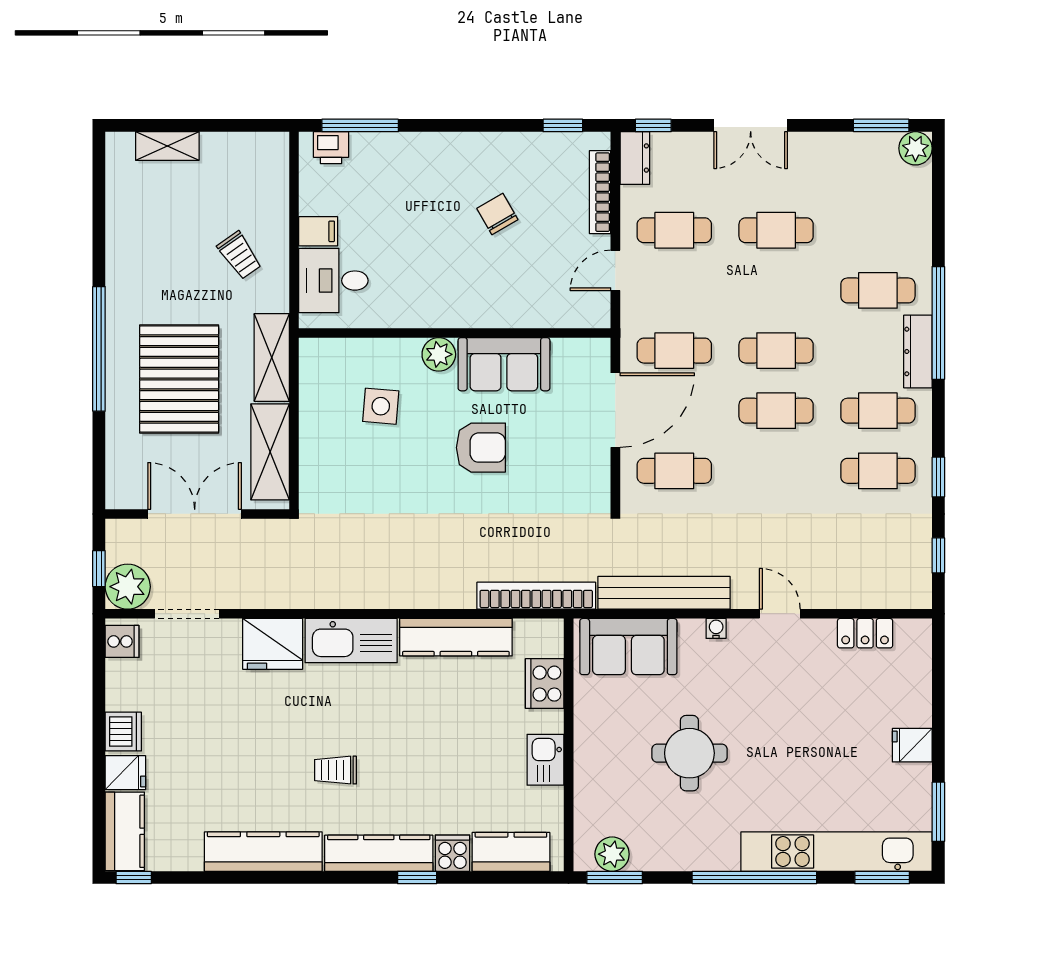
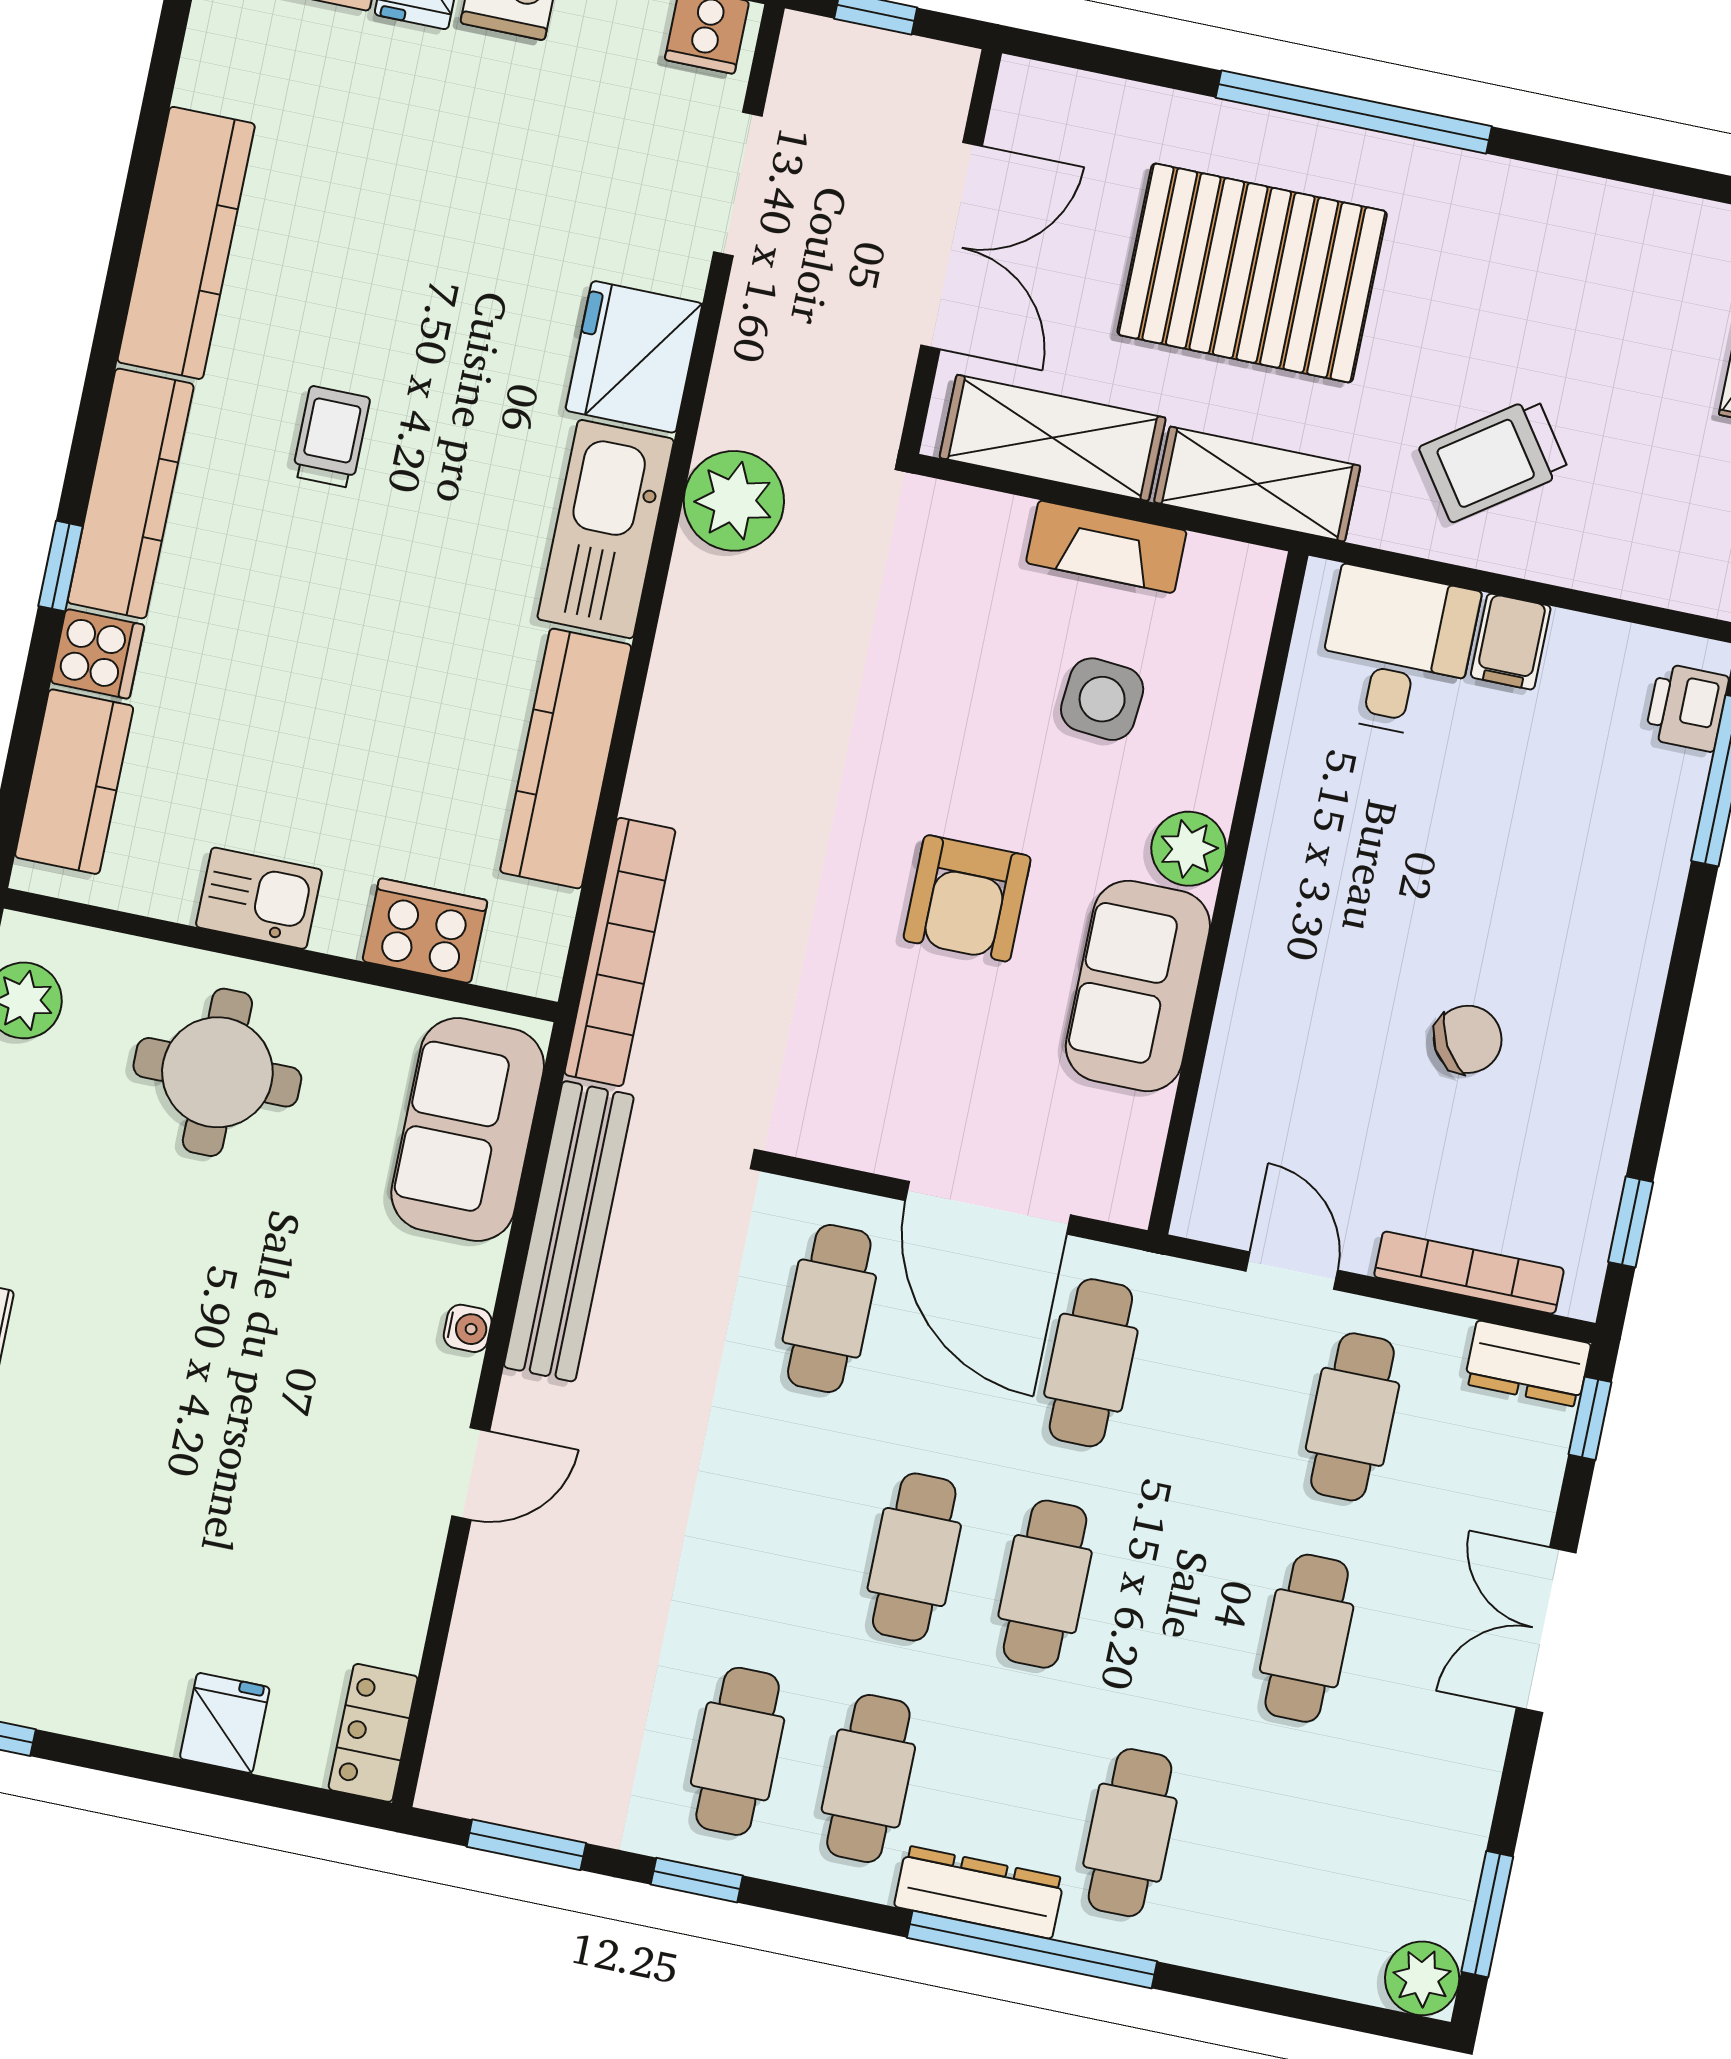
trolley: (239, 255) -> (1494, 460), width x1.36, depth x1.39
fireplace: (313, 418) -> (1106, 547), added
window: (938, 555) -> (526, 1845), width x1.50
plant: (128, 587) -> (734, 501), moved
locker: (865, 633) -> (373, 1733), moved
fridge: (912, 745) -> (225, 1723), moved
round table: (689, 753) -> (217, 1072), moved

